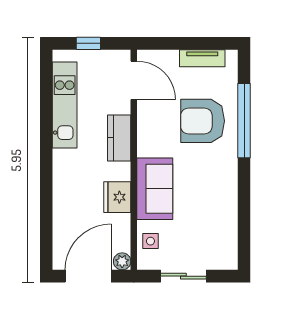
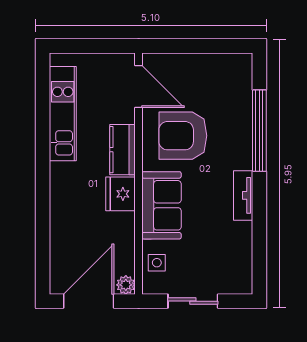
window: (88, 43) -> (89, 46), removed
tv unit: (202, 58) -> (243, 195), moved, turned 90
armchair: (203, 121) -> (183, 136), moved
fridge: (117, 197) -> (121, 194), moved

